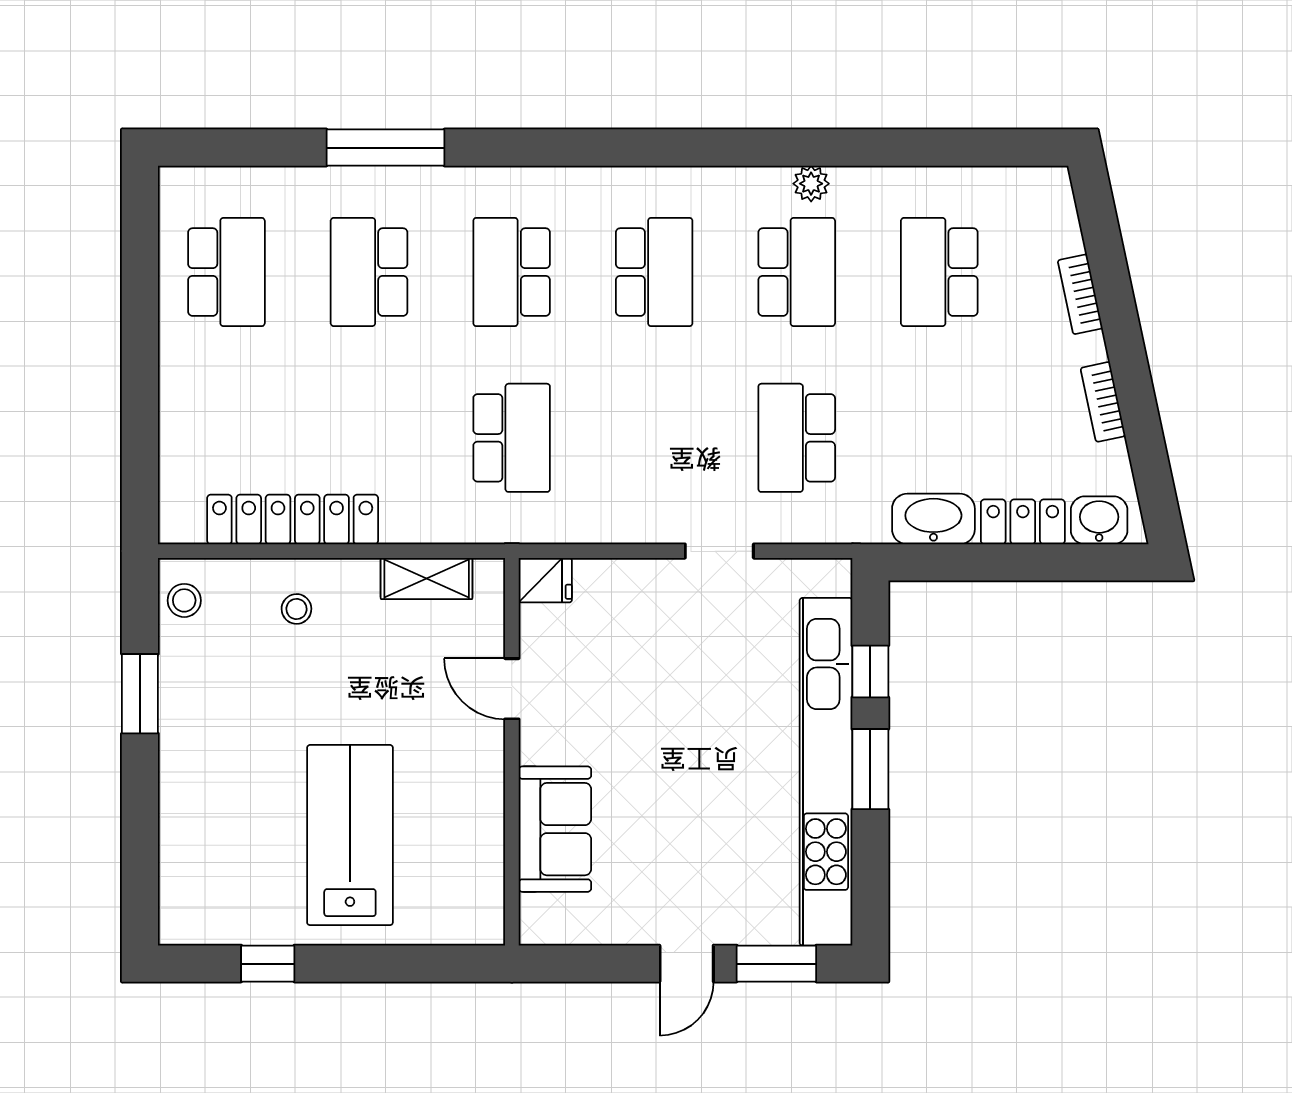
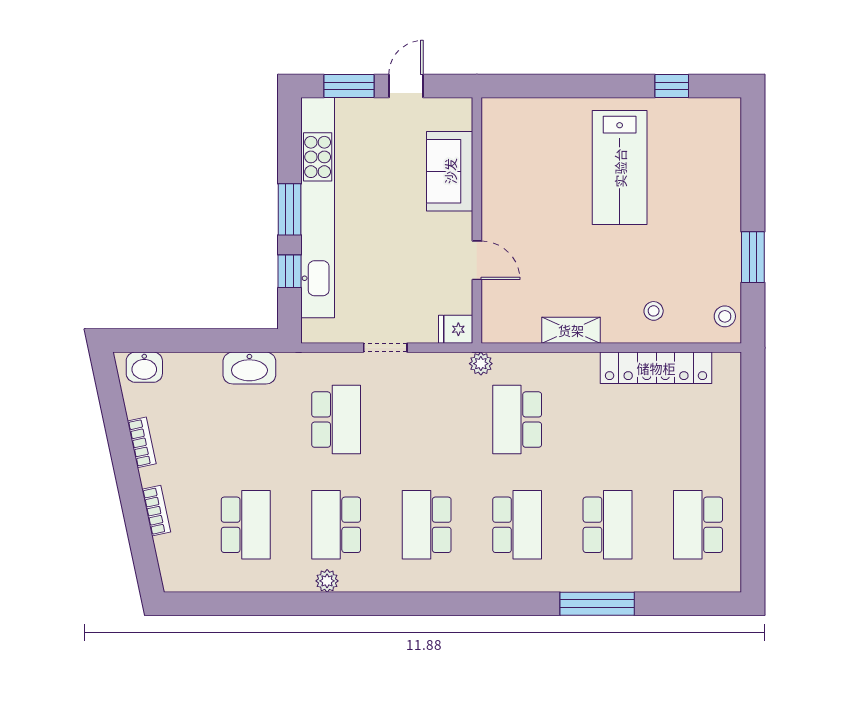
locker: (1023, 522) -> (193, 366), removed
plant: (569, 526) -> (481, 364), added
fridge: (545, 580) -> (456, 329), moved
door: (512, 689) -> (477, 260), moved
wall: (512, 752) -> (477, 220), moved
sofa: (555, 829) -> (450, 171), moved

